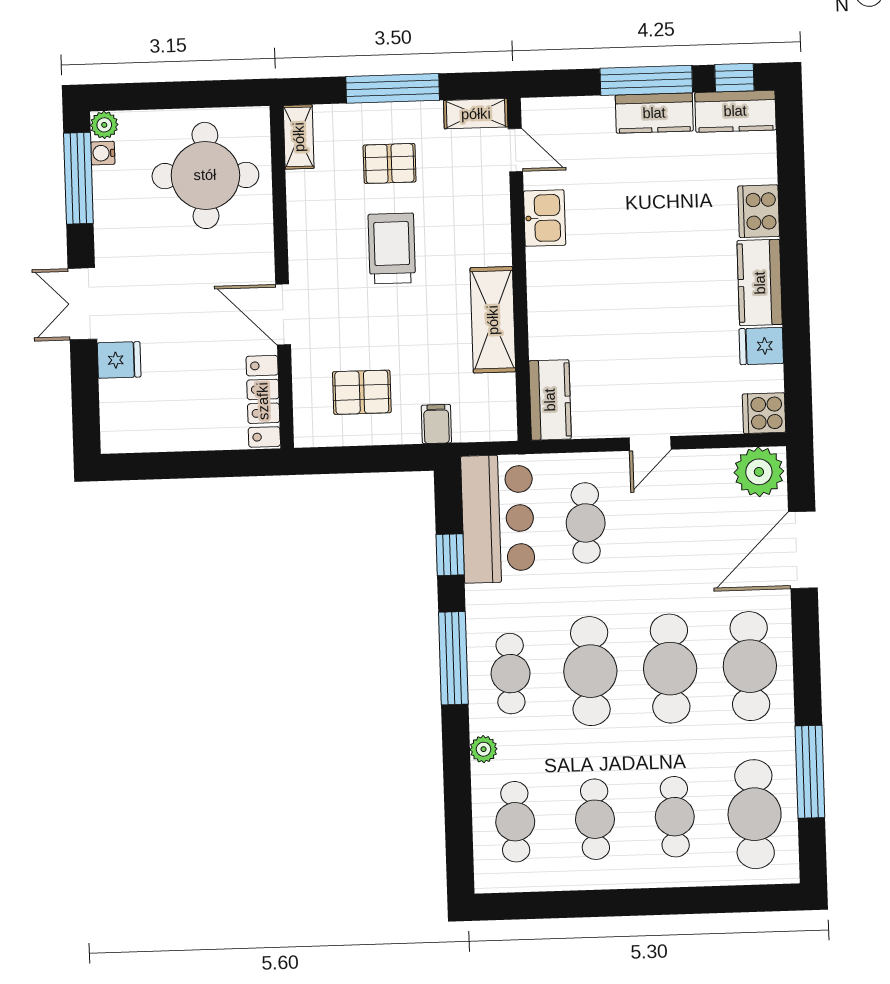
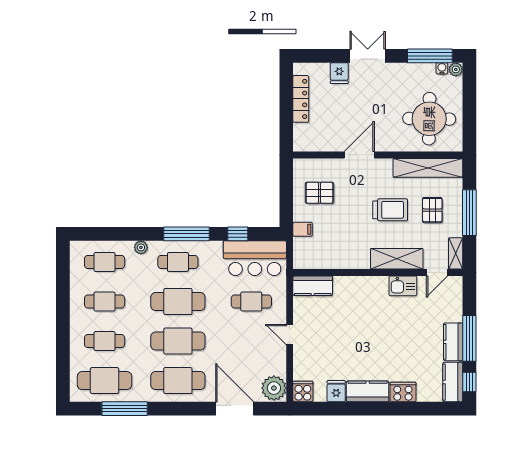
shelving: (299, 137) -> (428, 168), width x2.20, depth x1.33
shelving: (493, 320) -> (397, 259), moved
pallet: (362, 392) -> (319, 193), turned 90
locker: (263, 401) -> (301, 99), moved, turned 90

